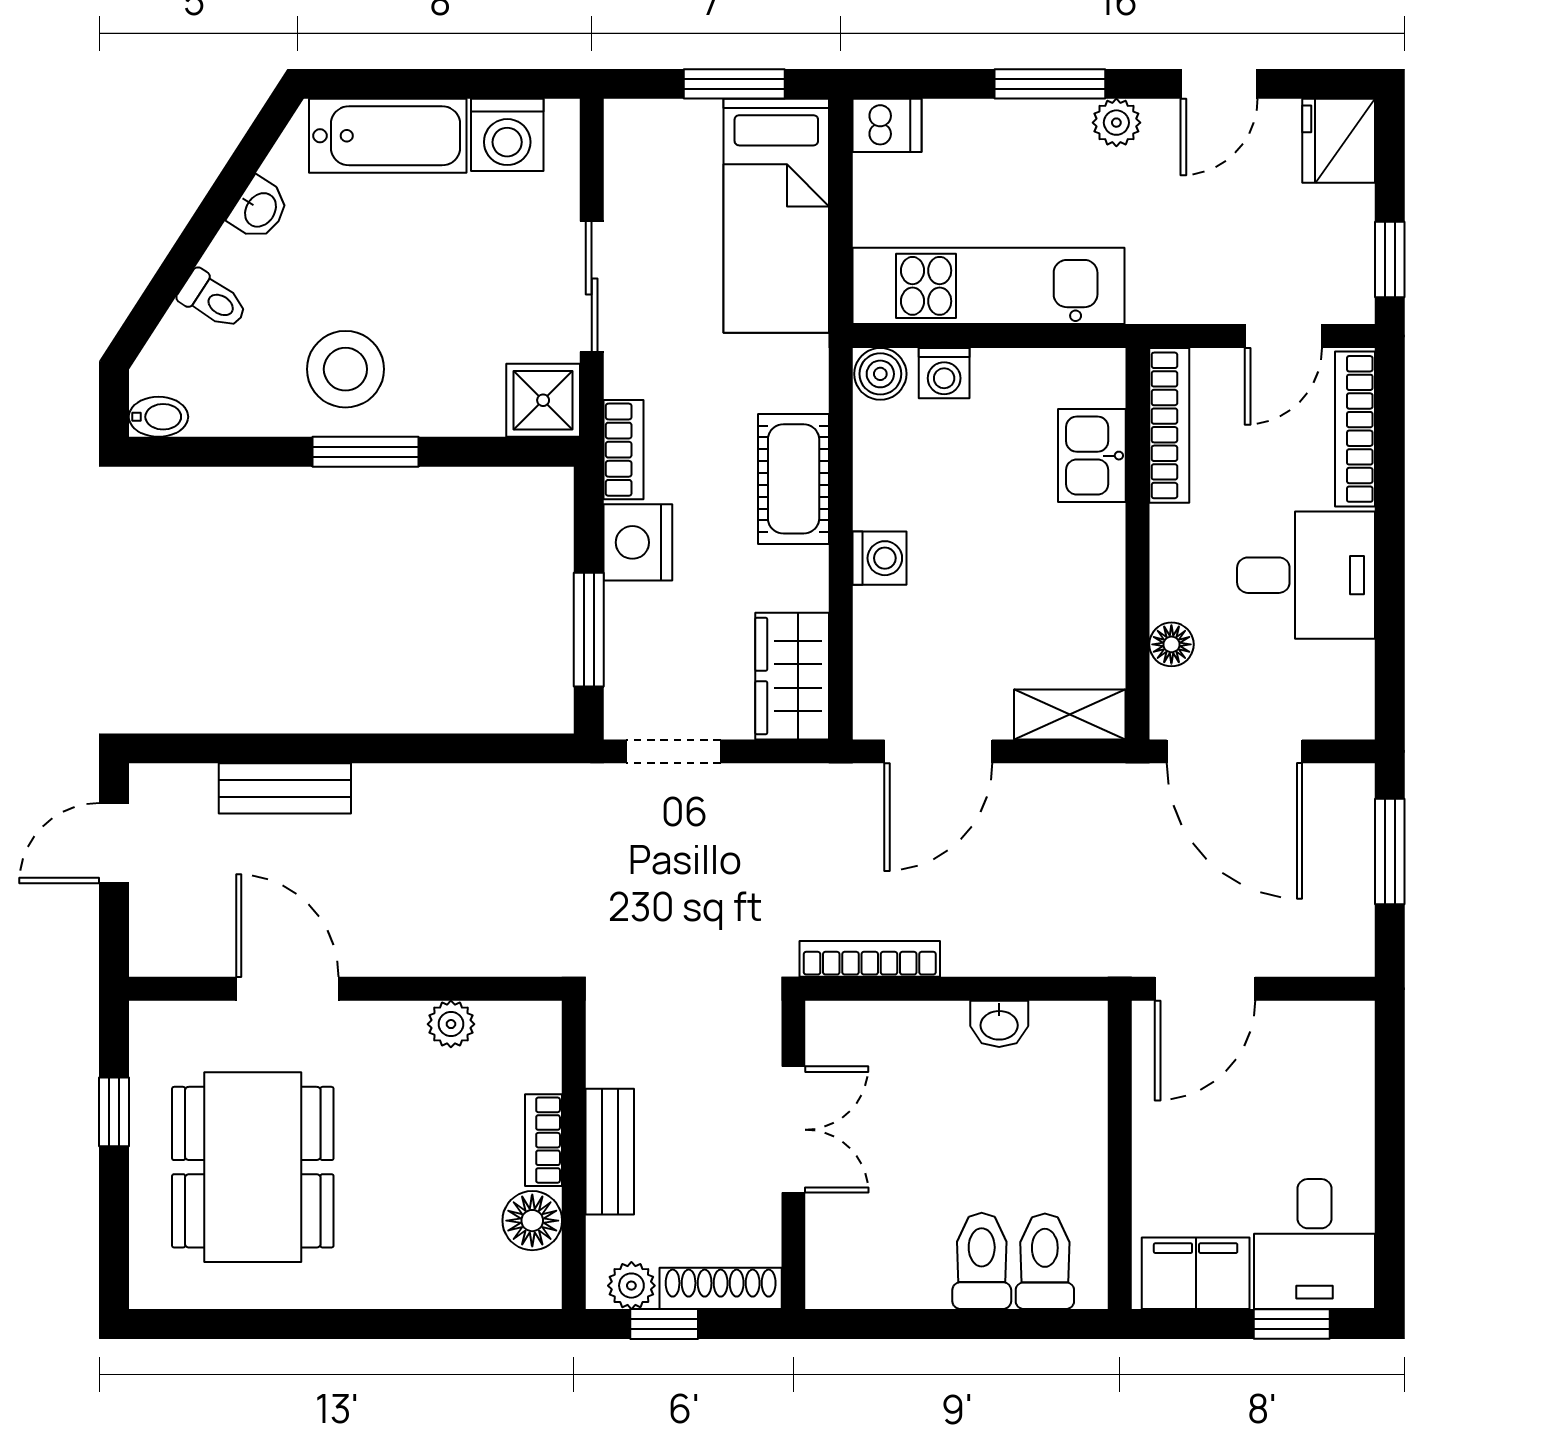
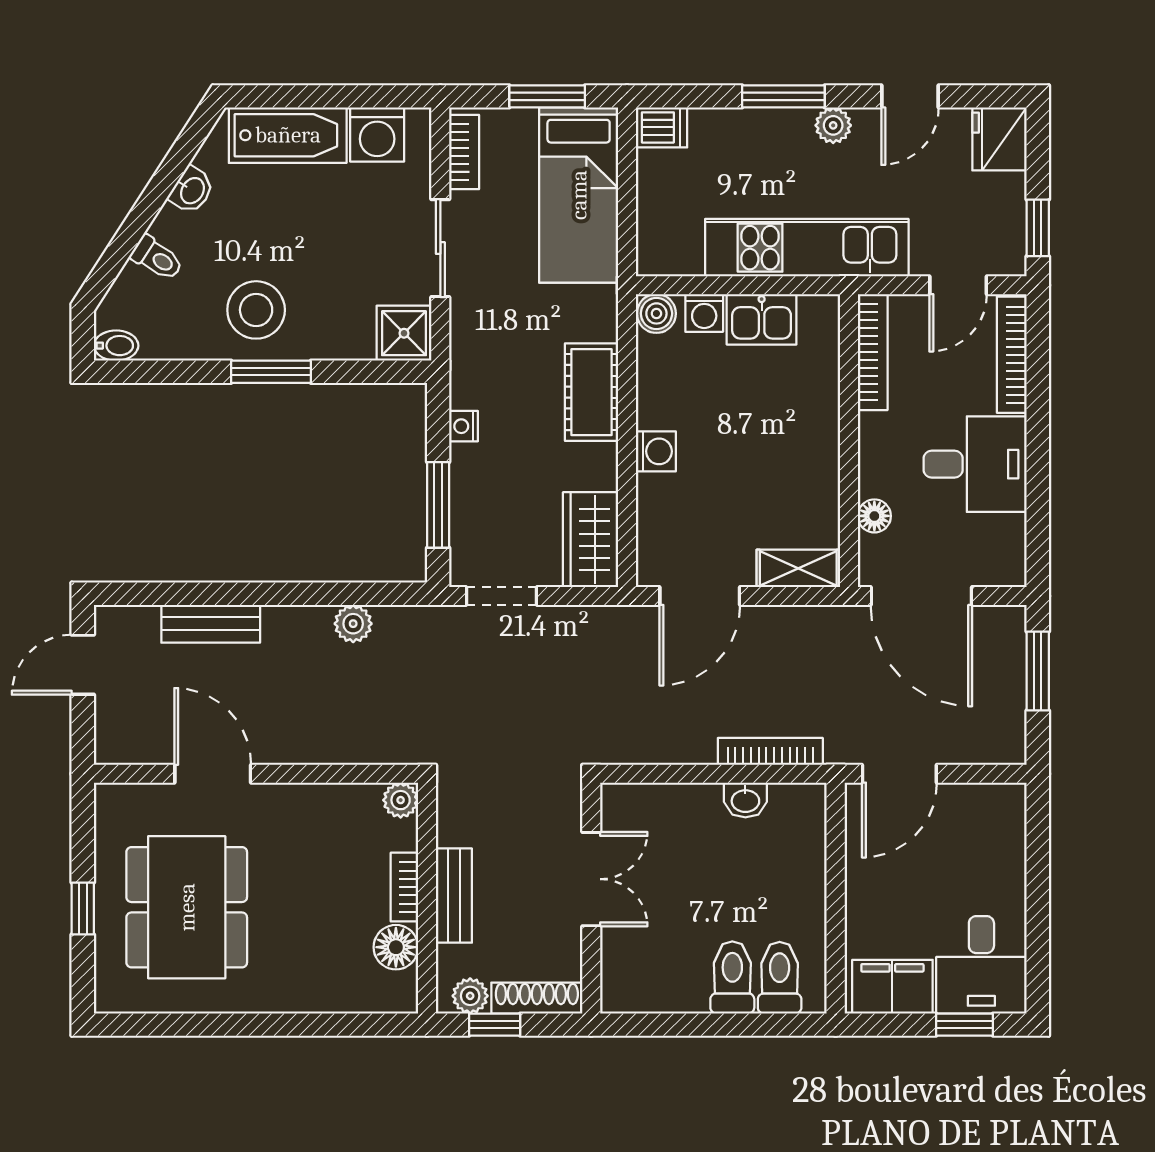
kitchen unit: (989, 286) -> (807, 248), moved
bookcase: (623, 450) -> (464, 152), moved
kitchen sink: (1092, 456) -> (762, 319), moved, turned -90
nightstand: (638, 542) -> (464, 426), width x0.53, depth x0.56
plant: (475, 788) -> (353, 624), added
bookcase: (870, 959) -> (770, 751), moved
plant: (451, 1024) -> (401, 800), moved
window: (114, 1112) -> (83, 909), moved

